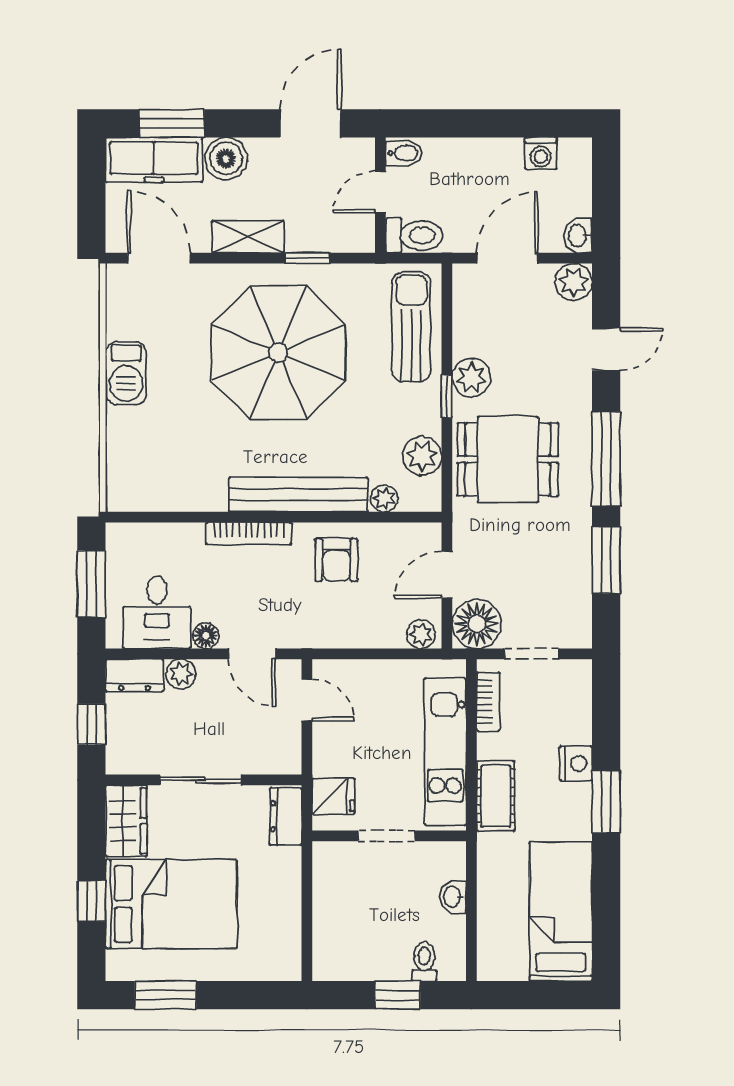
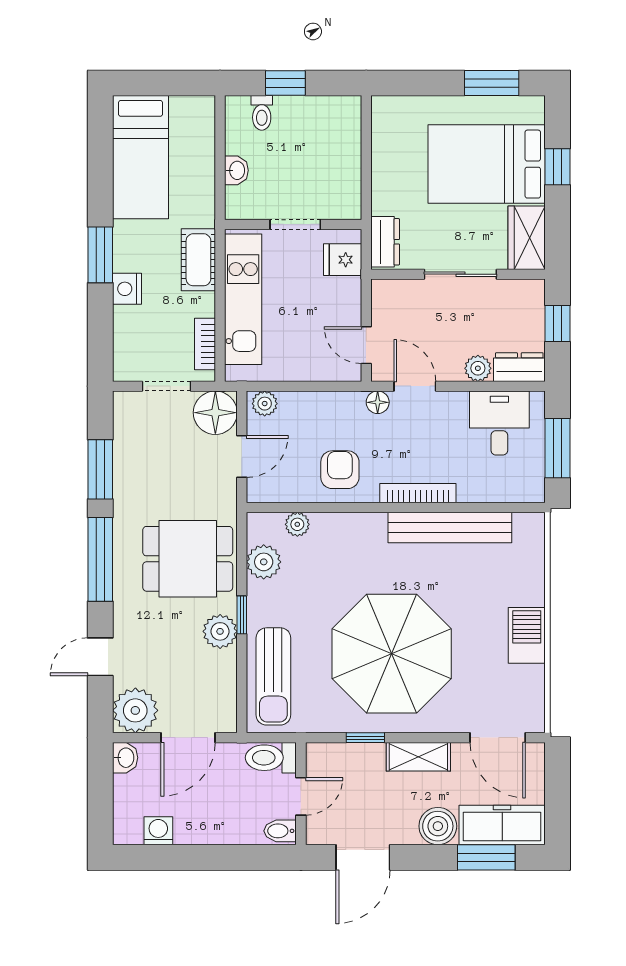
plant: (574, 282) -> (135, 710), width x1.36, depth x1.36
bench: (298, 495) -> (450, 528), moved
floor lamp: (206, 636) -> (378, 402), moved

